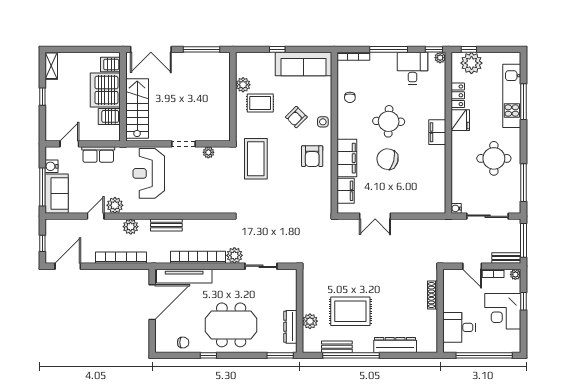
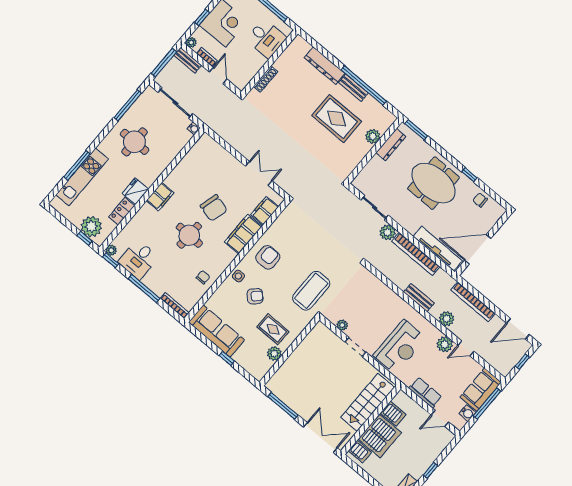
bench: (337, 347) -> (354, 88), moved

